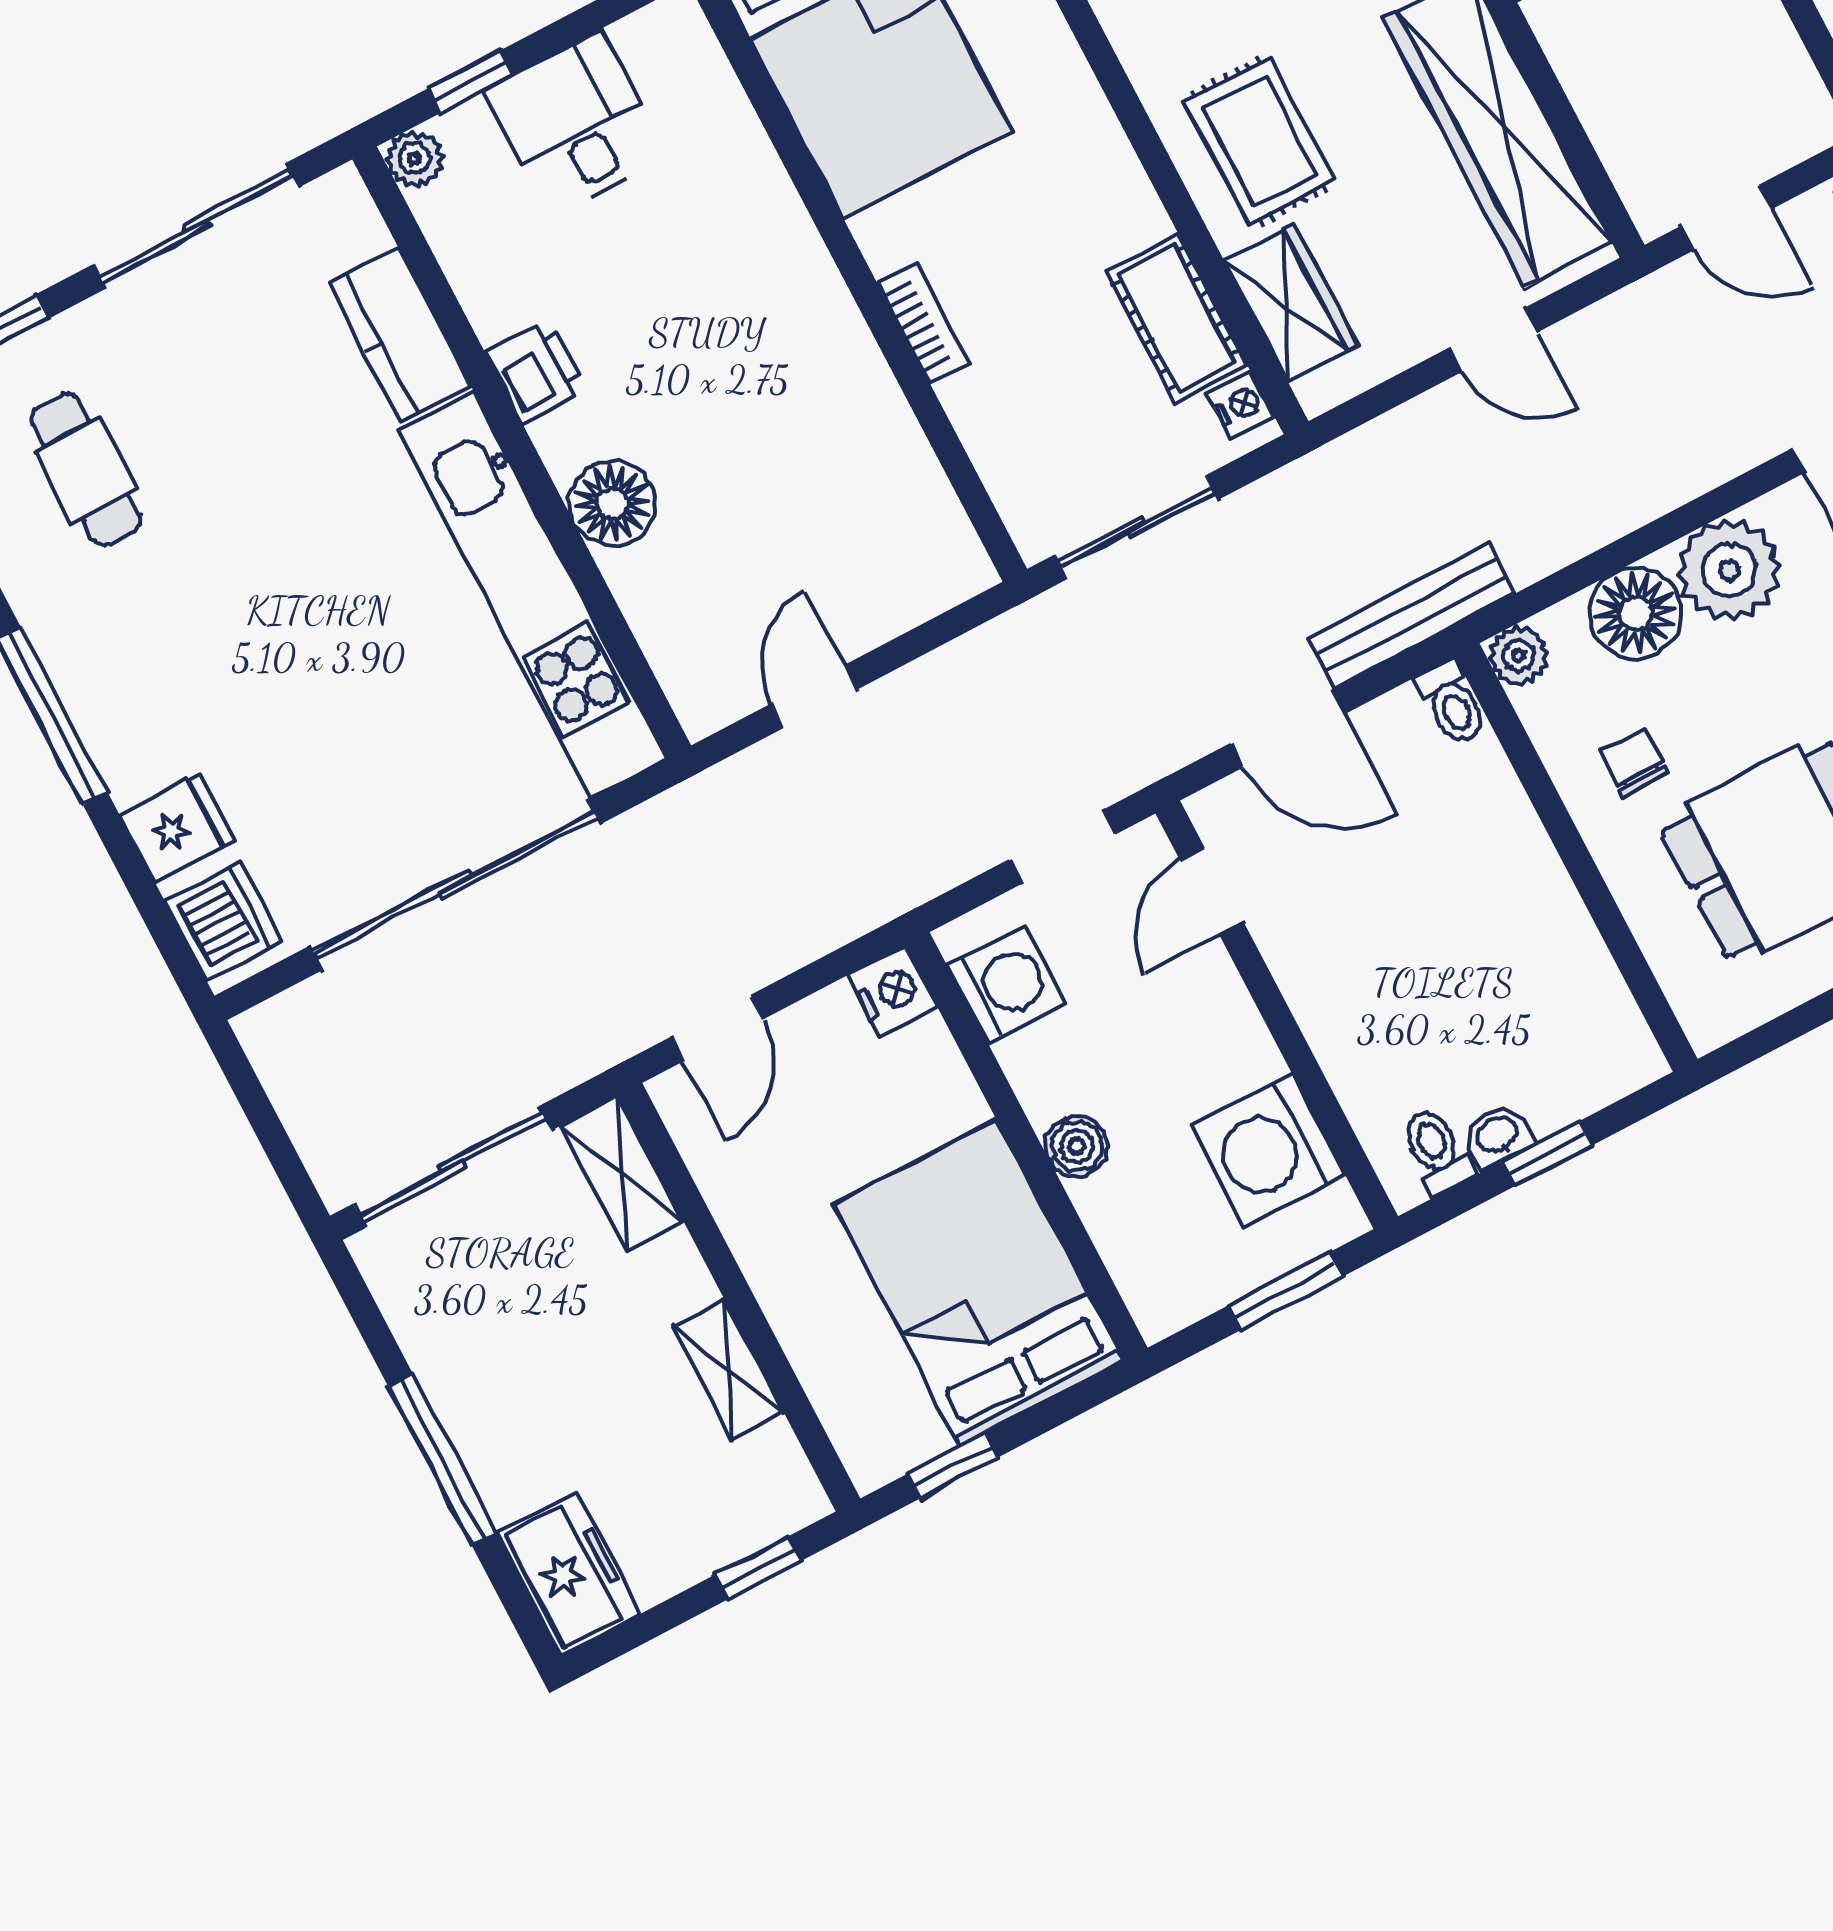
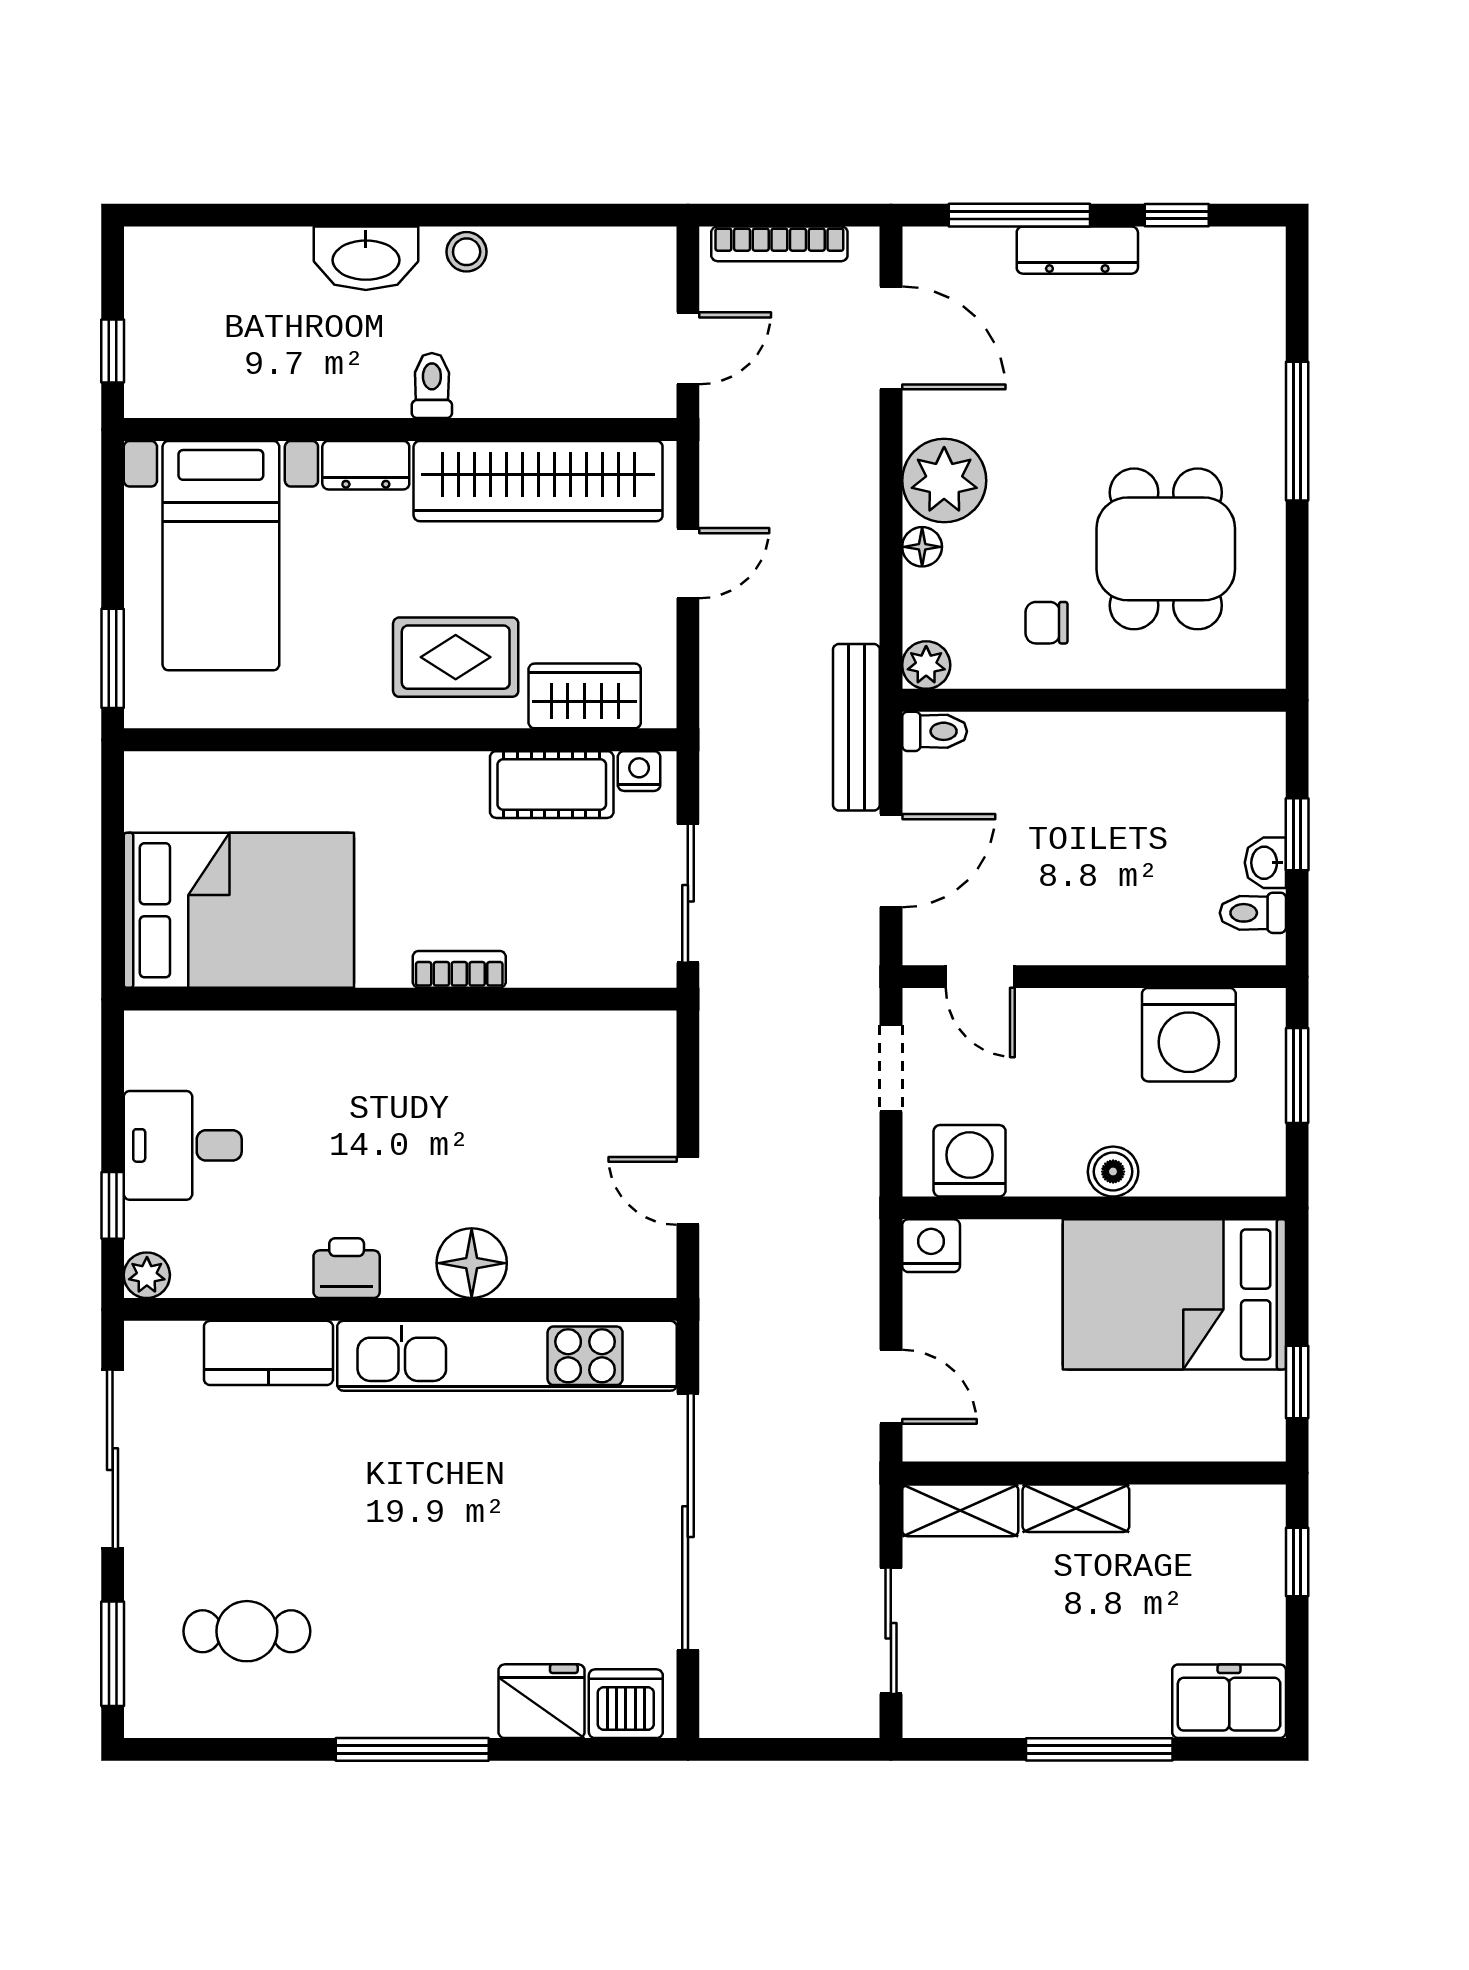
floor lamp: (1636, 613) -> (922, 547), width x0.53, depth x0.53
fridge: (178, 828) -> (542, 1701), width x1.38
sliding door: (453, 1167) -> (891, 1631), width x0.73
shelving: (728, 1369) -> (1076, 1508), moved

